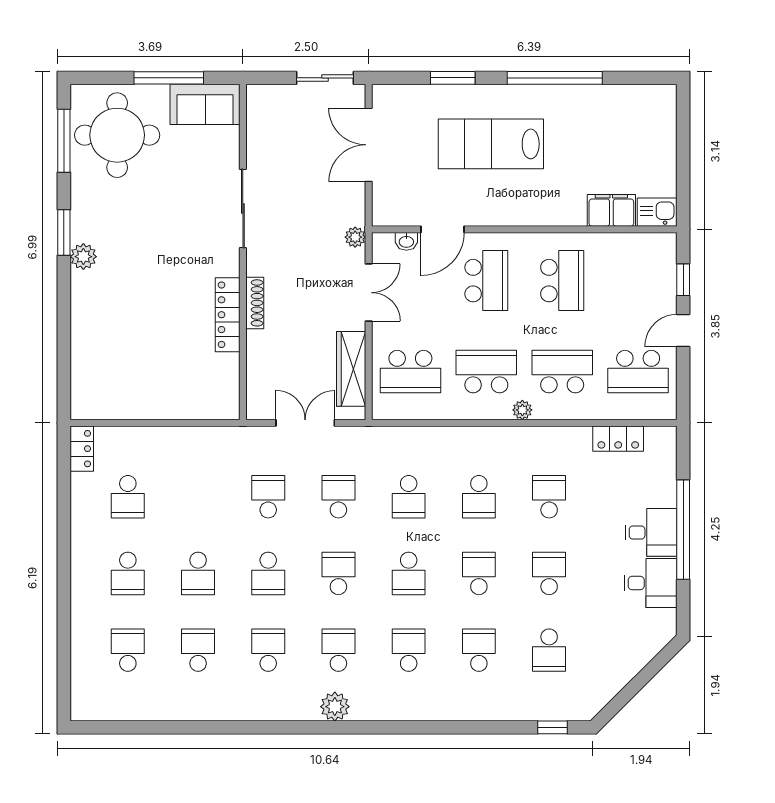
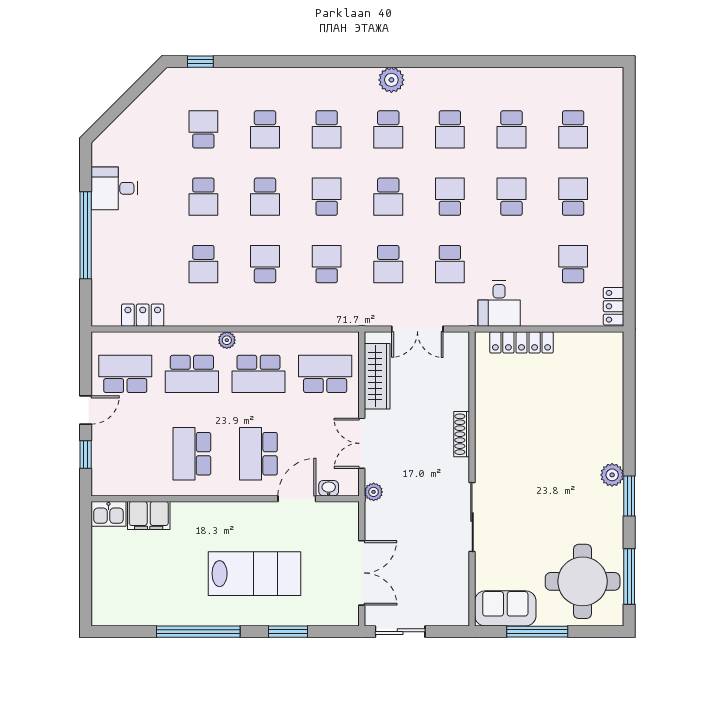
locker: (228, 315) -> (521, 342), moved, turned 90
desk: (651, 532) -> (499, 304), moved, turned -90

